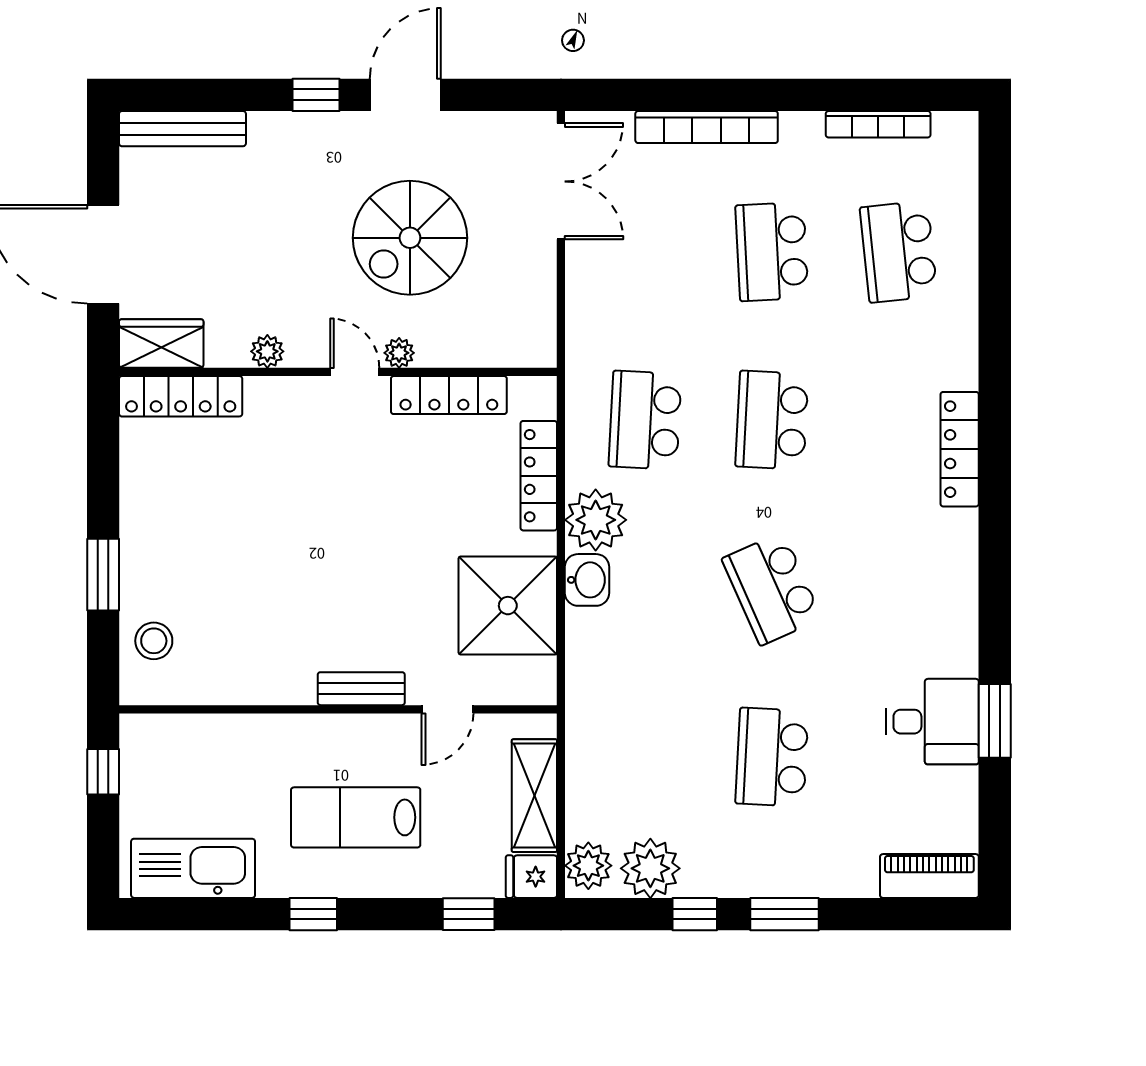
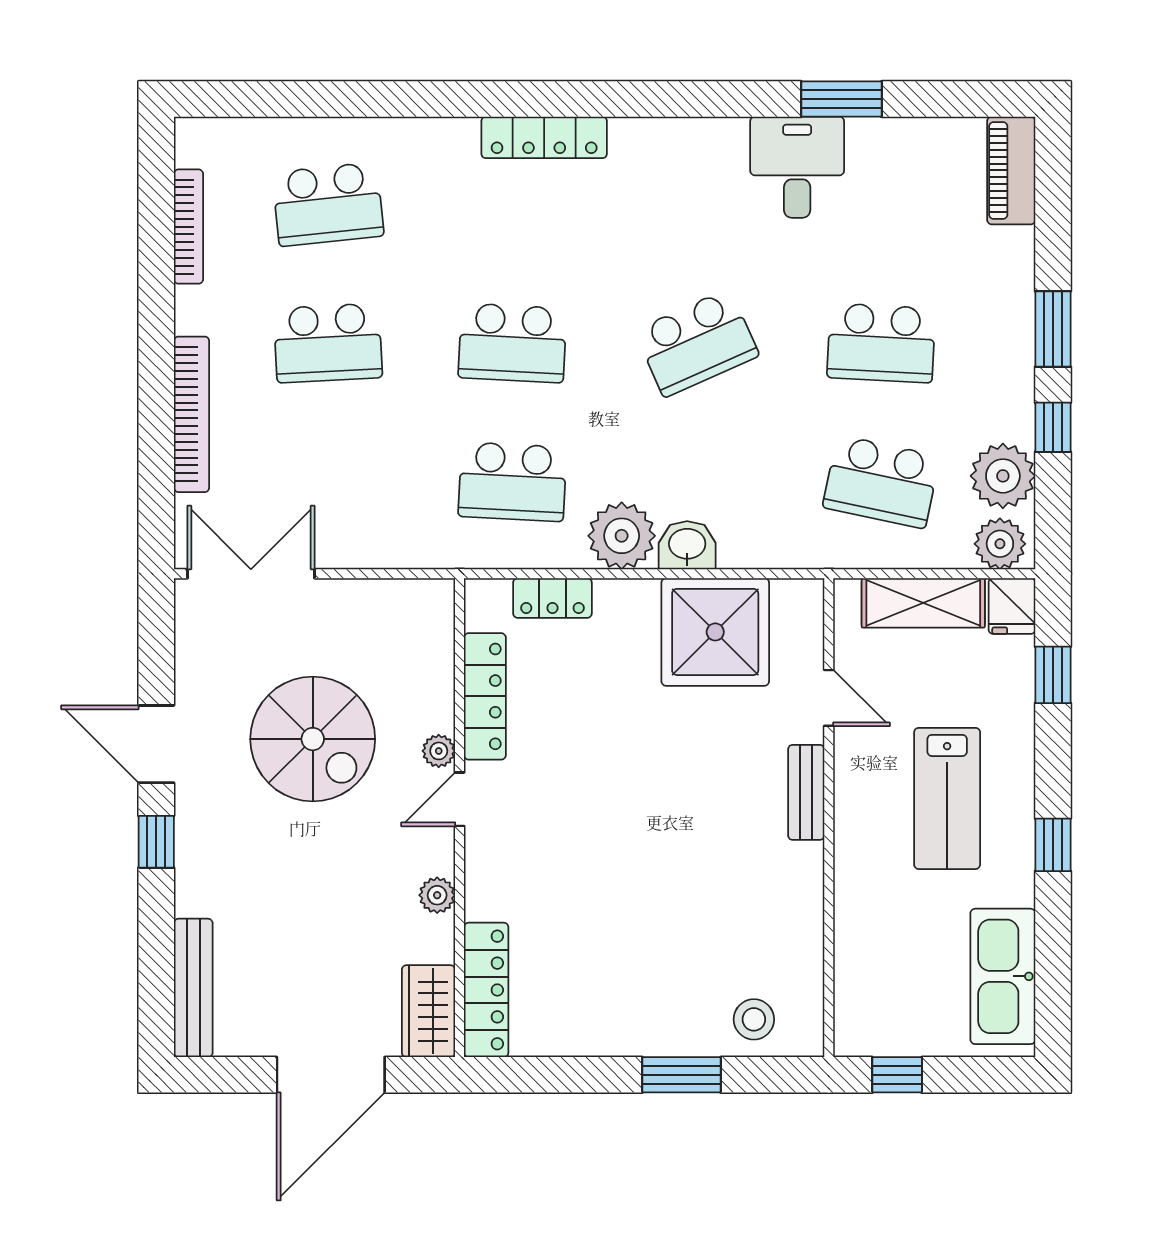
locker: (539, 476) -> (552, 598), width x0.66
desk: (932, 722) -> (797, 167), moved
school desk: (645, 757) -> (881, 482), added

